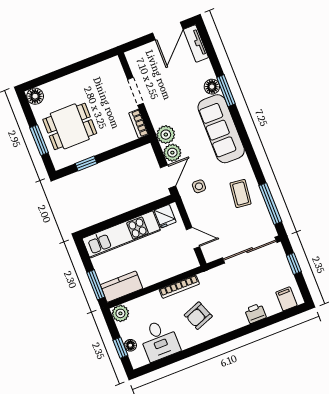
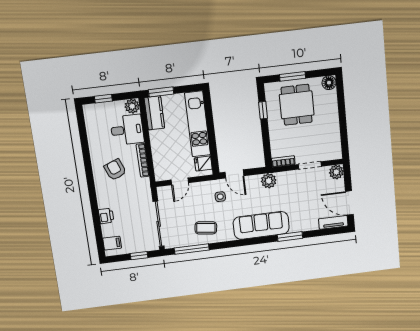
floor lamp: (212, 87) -> (296, 226), removed
plant: (172, 153) -> (336, 172), moved
desk: (159, 340) -> (127, 130), moved, turned 180
floor lamp: (130, 345) -> (103, 107), removed

